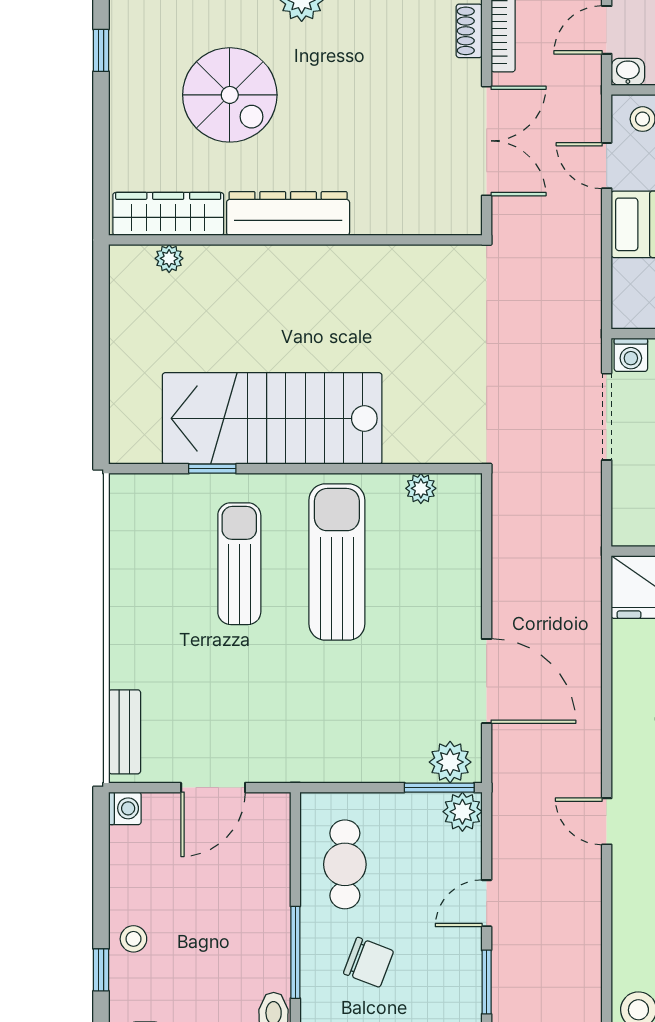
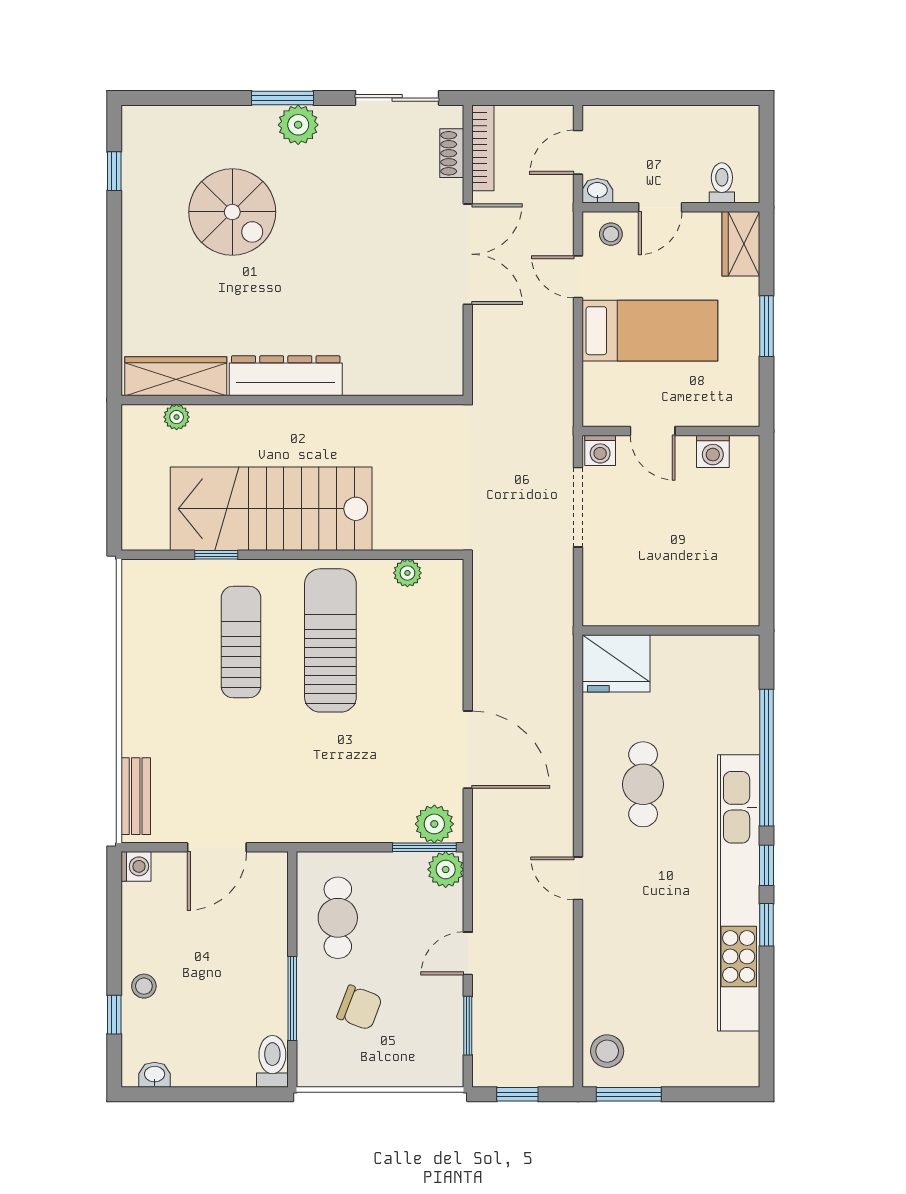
dresser: (288, 213) -> (286, 376), moved
wardrobe: (168, 214) -> (176, 376), moved
wall: (295, 240) -> (292, 400), moved
plant: (169, 258) -> (177, 417), moved

